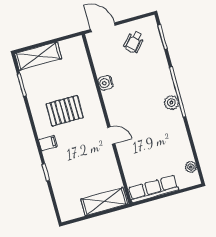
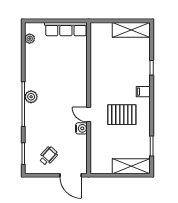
door: (111, 135) -> (89, 115), moved
shelving: (104, 202) -> (131, 30), moved

